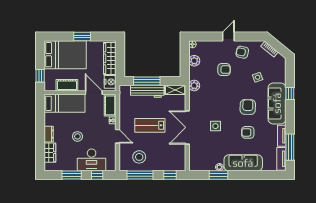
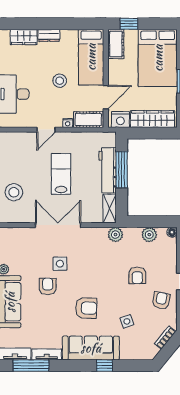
cot: (67, 85) -> (116, 44), moved
armchair: (248, 132) -> (48, 286), moved
stool: (77, 136) -> (60, 81), moved
stool: (139, 157) -> (14, 192), moved

